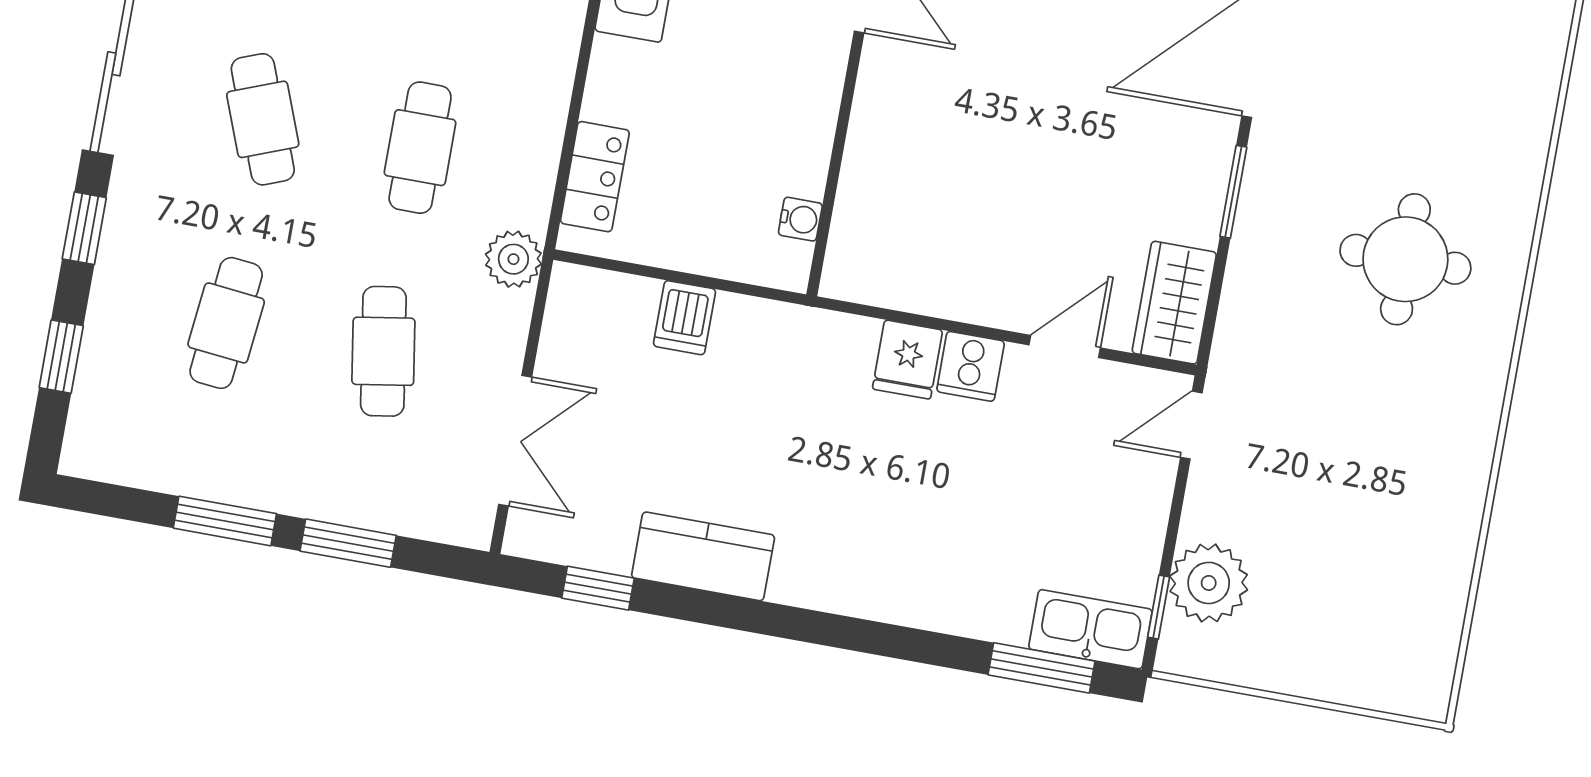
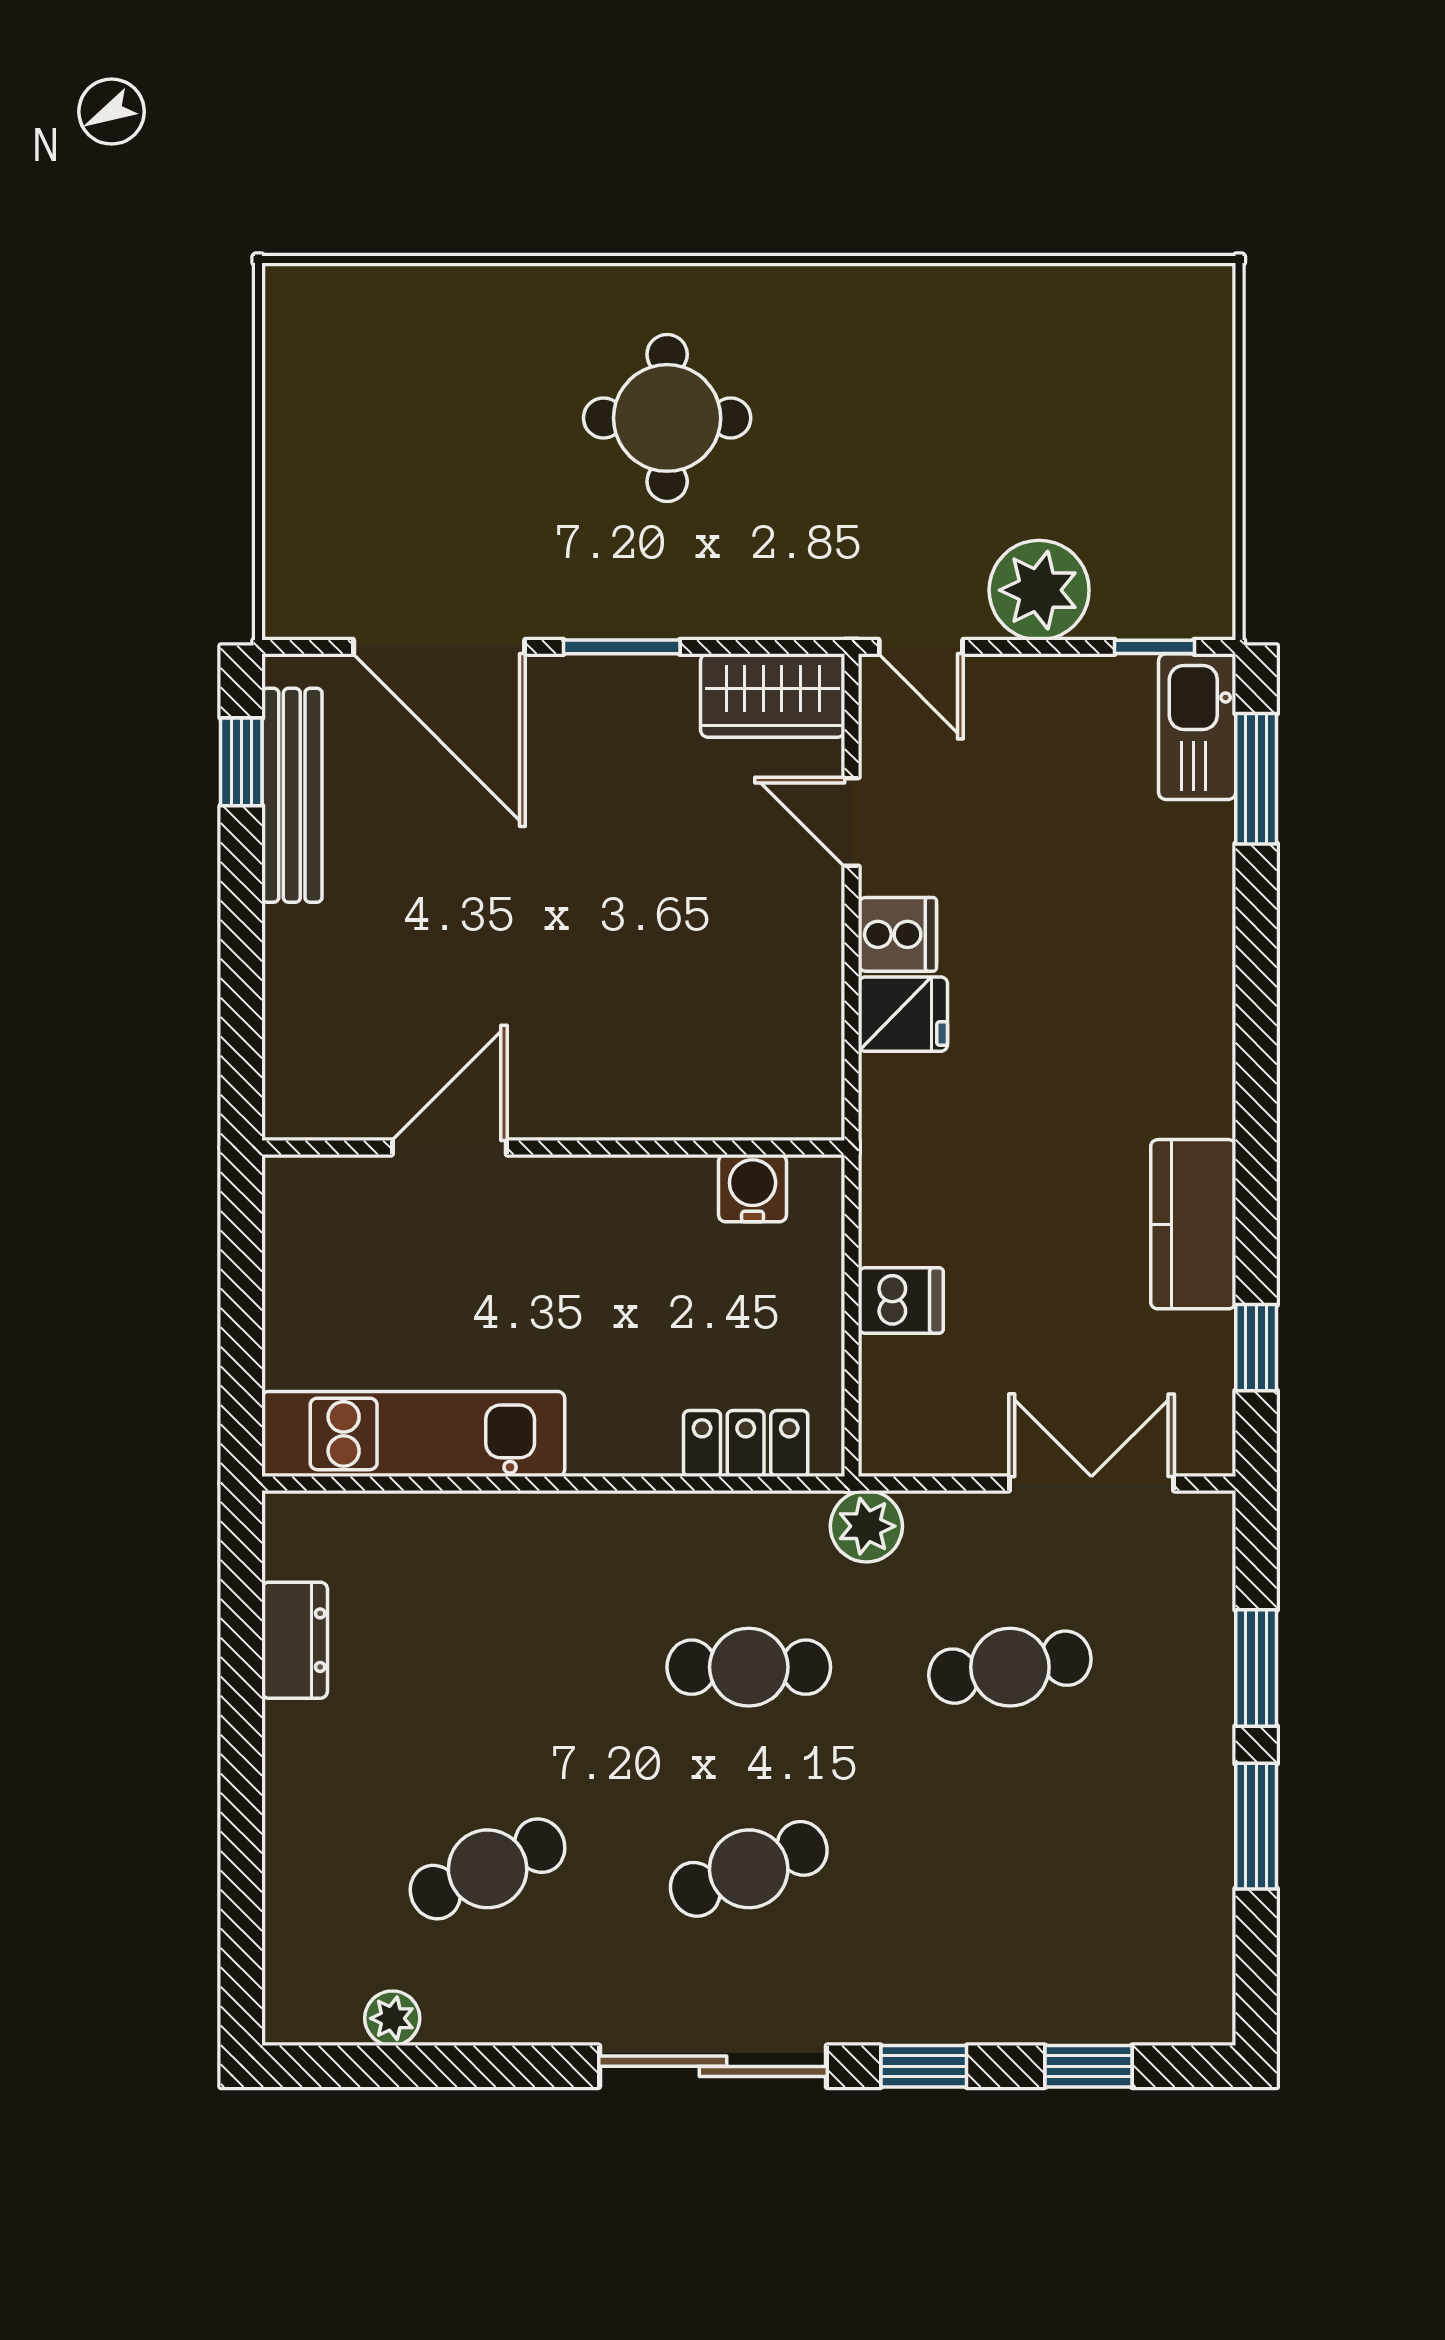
water cooler: (800, 219) -> (753, 1188), width x1.38, depth x1.38
cafe table: (226, 323) -> (1010, 1869), removed
plant: (1209, 583) -> (1039, 590), moved

